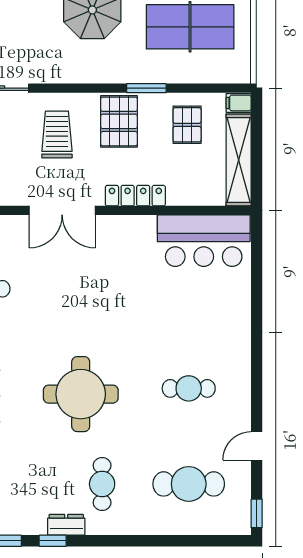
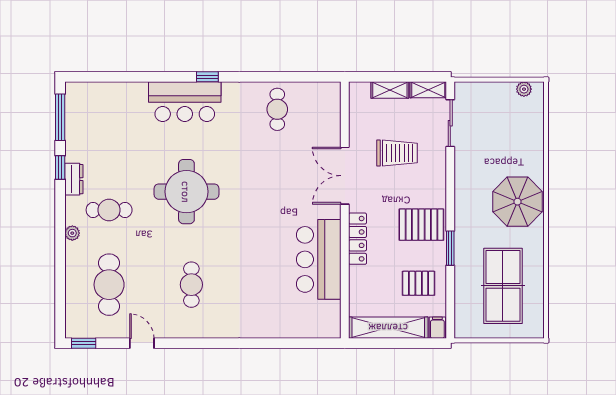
trolley: (57, 134) -> (397, 153), moved
bar counter: (204, 241) -> (319, 259), moved
plant: (129, 527) -> (72, 233), added

